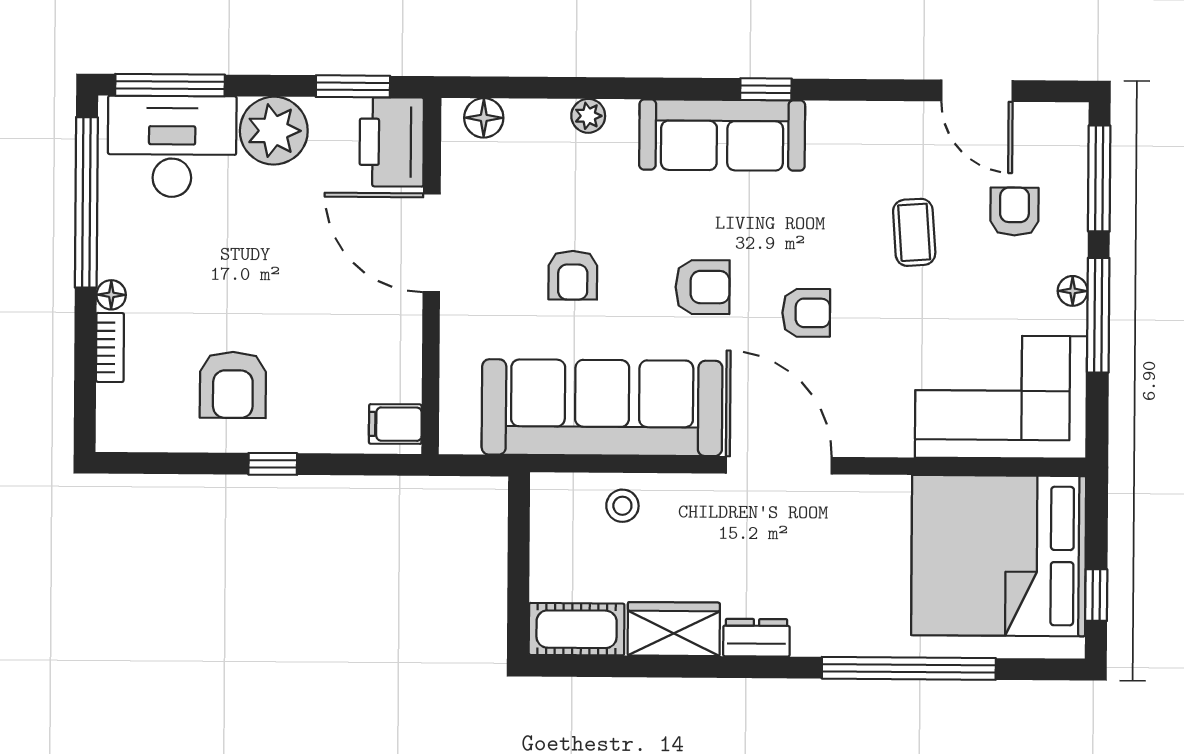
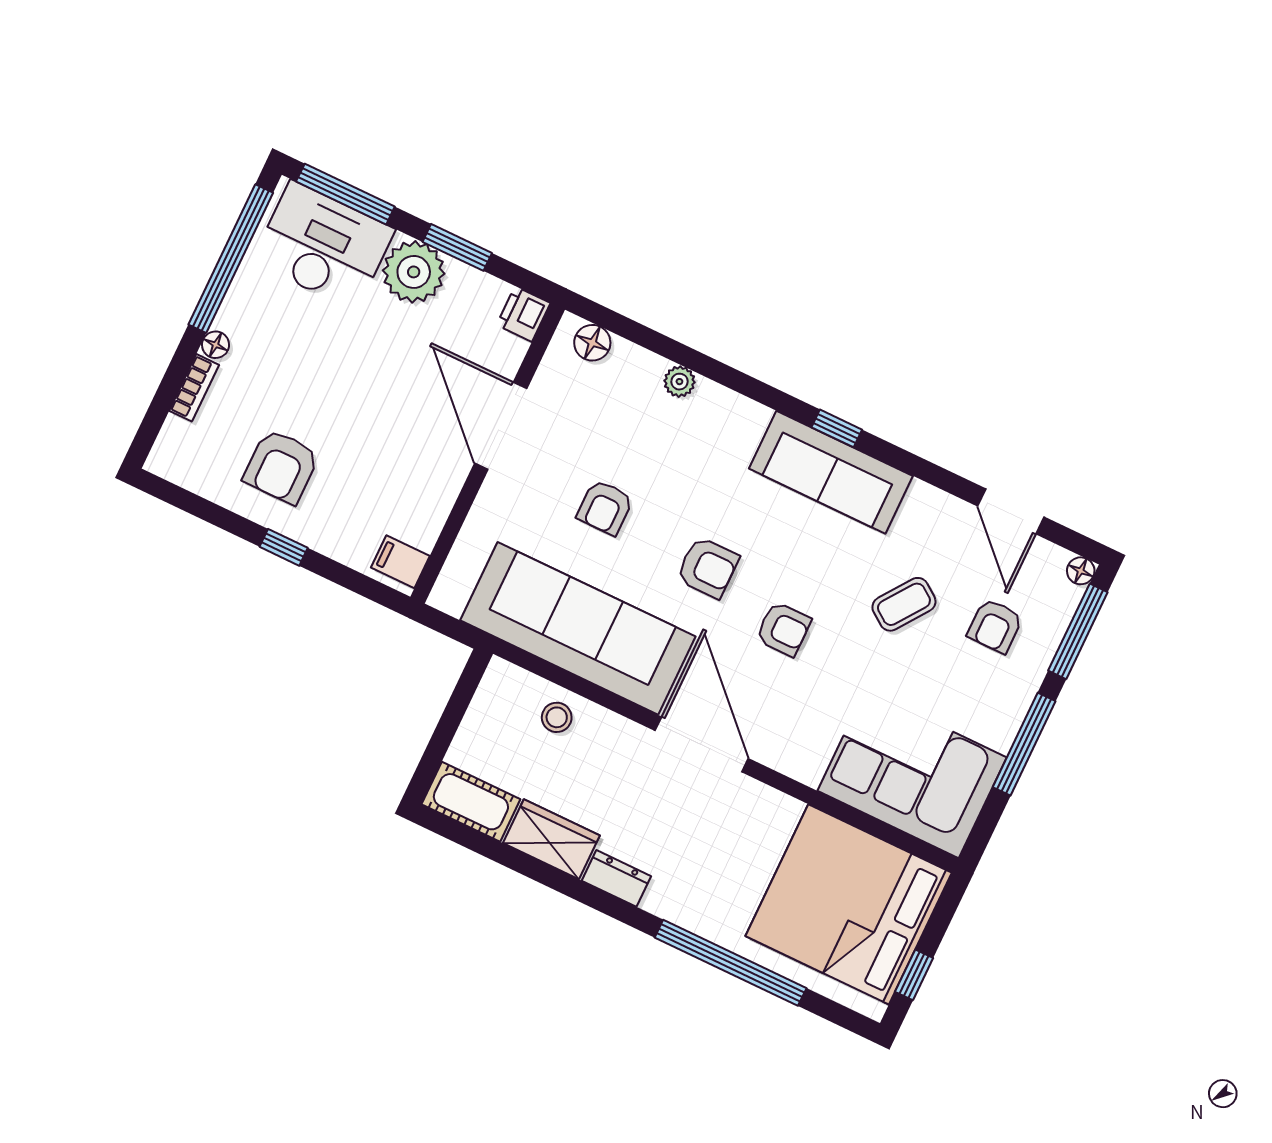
window: (353, 86) -> (457, 247), moved
sofa: (722, 135) -> (831, 472), moved
printer: (392, 142) -> (523, 314), width x0.53, depth x0.68
armchair: (1014, 212) -> (995, 626), turned 180
coffee table: (914, 232) -> (904, 604), turned 40
floor lamp: (1073, 291) -> (1081, 571), moved

